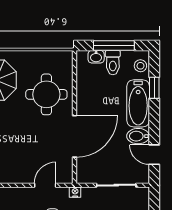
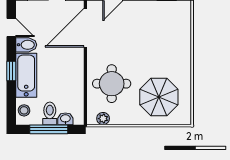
plant: (56, 57) -> (103, 119), added
window: (154, 88) -> (11, 71), moved
door: (75, 136) -> (85, 28), moved

